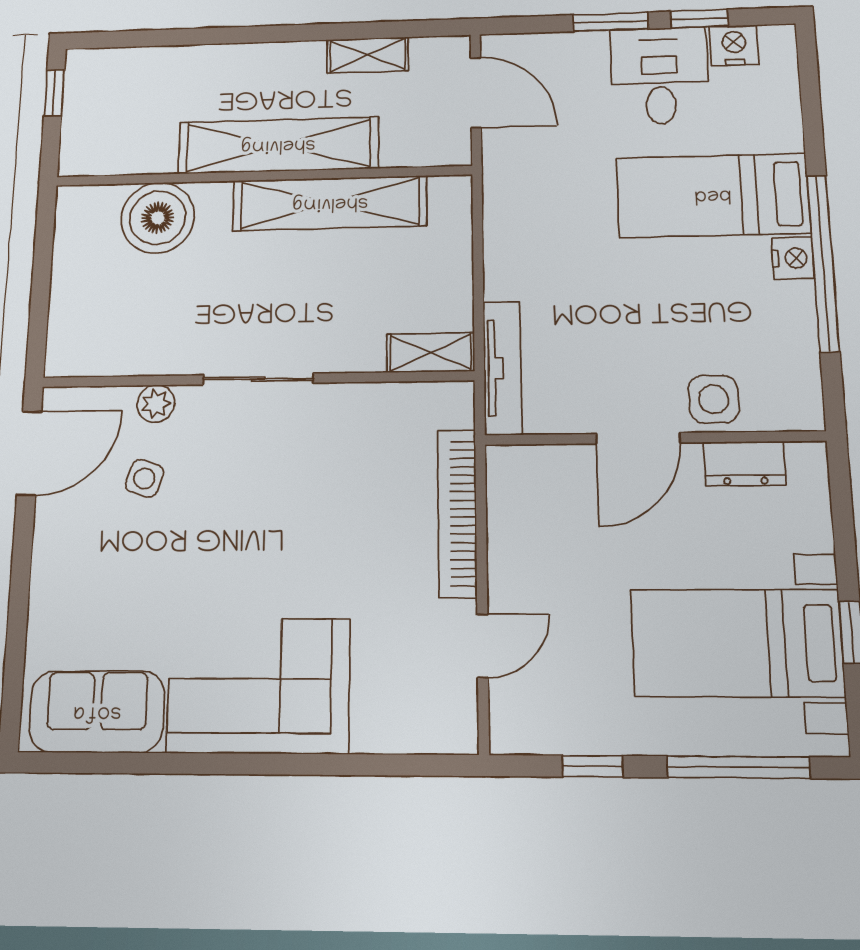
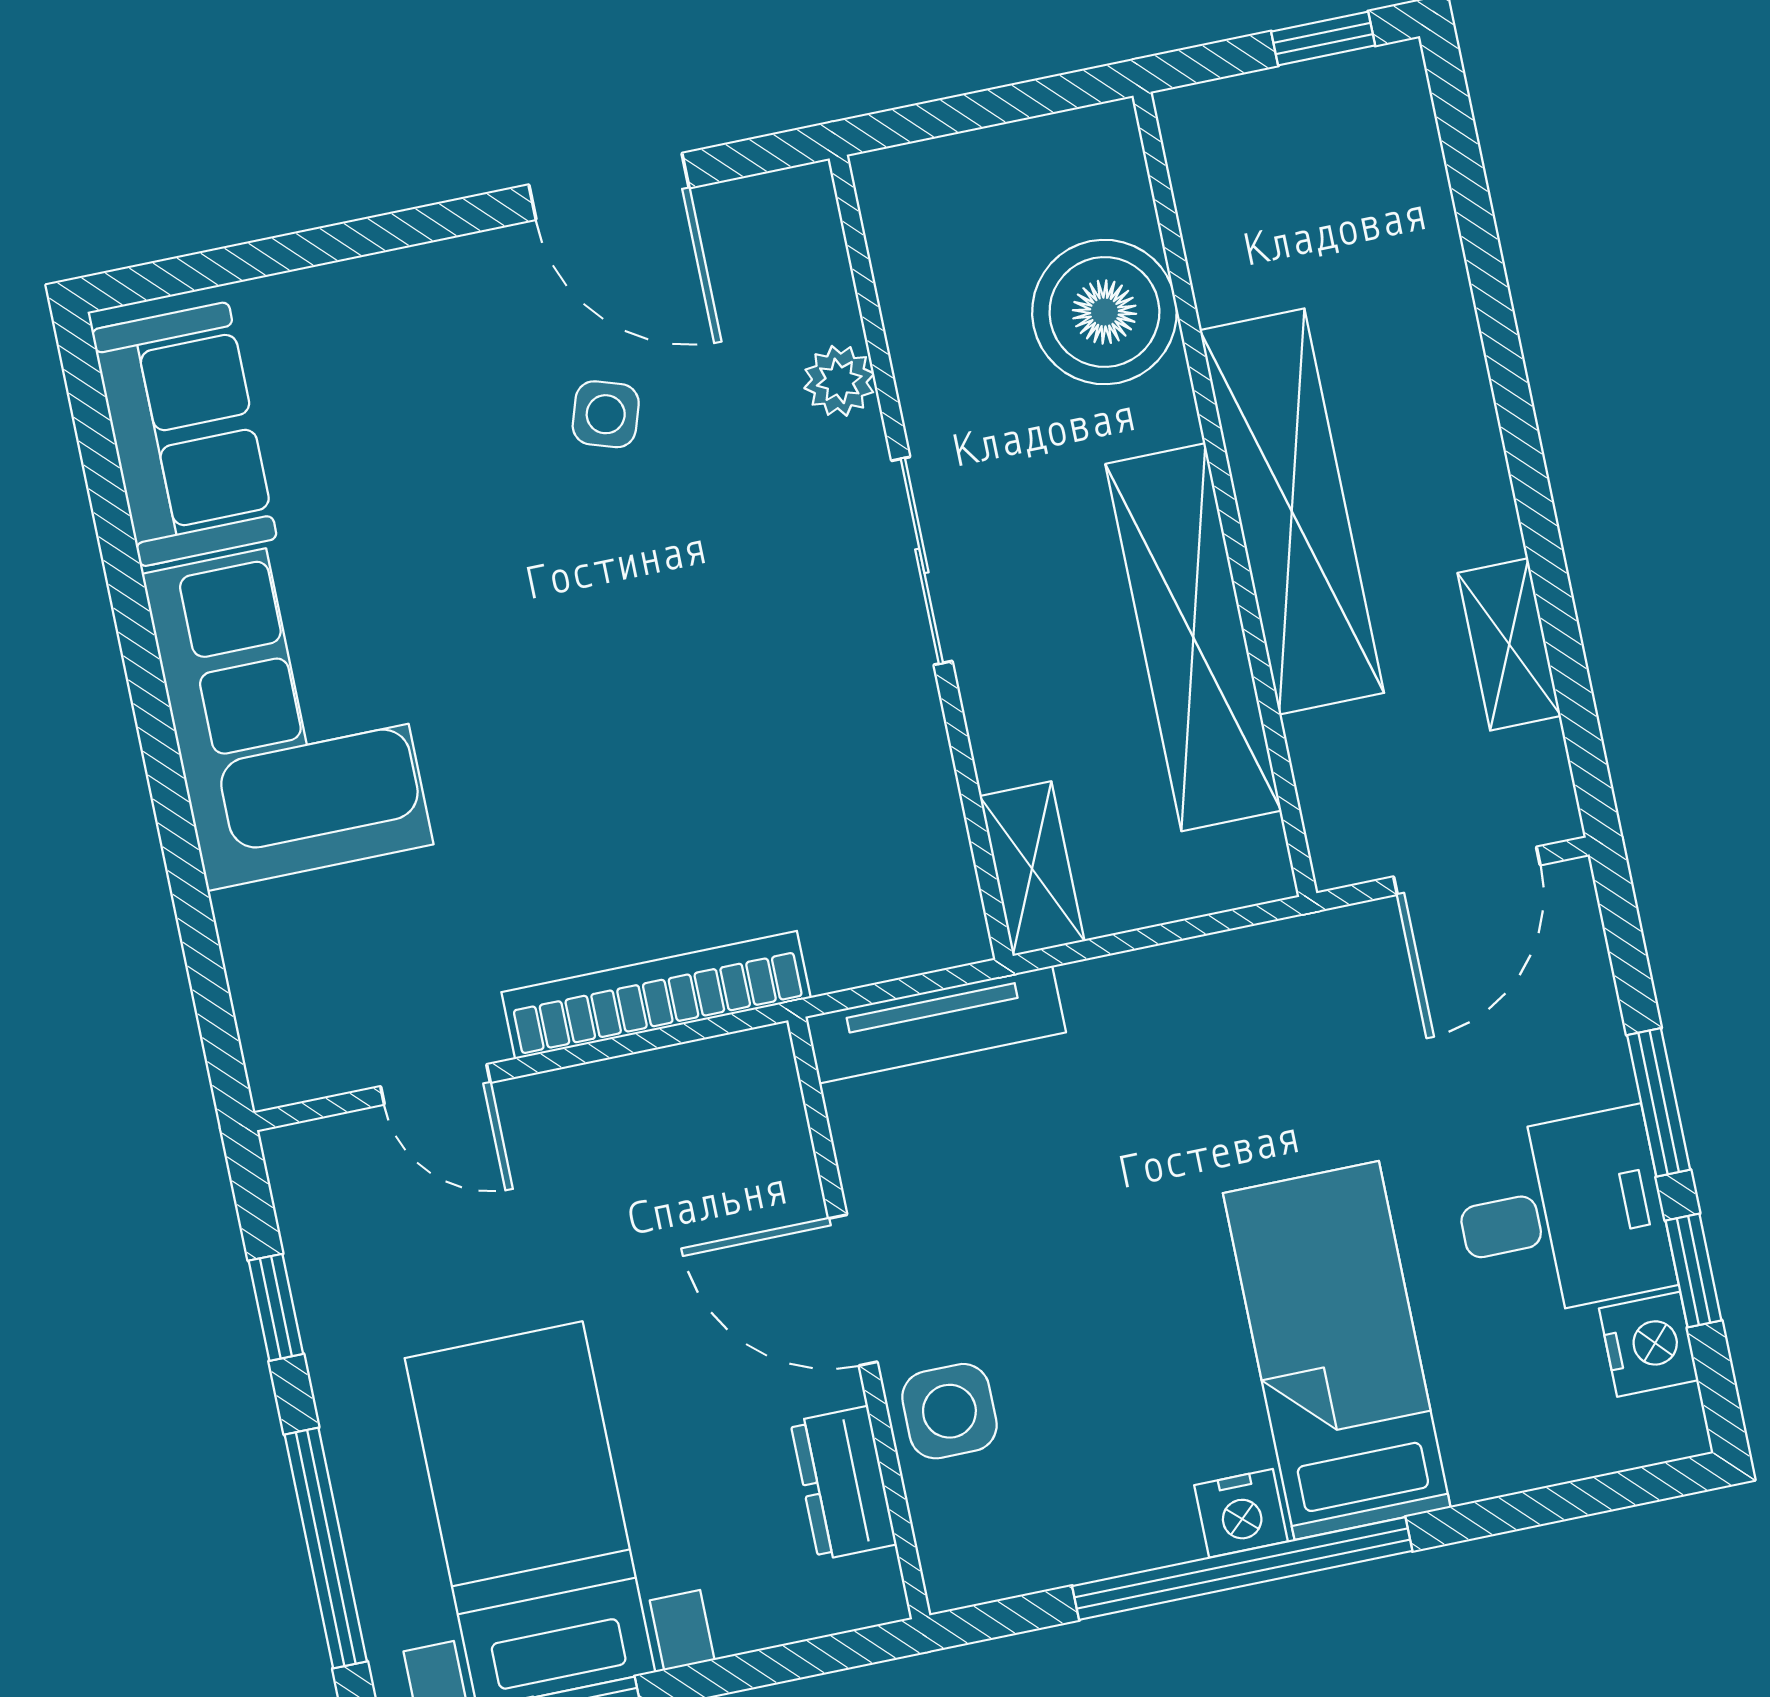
shelving: (431, 353) -> (1032, 869), moved
wall: (256, 379) -> (921, 557), moved
sliding door: (258, 379) -> (922, 561), moved
plant: (156, 404) -> (839, 381), moved

